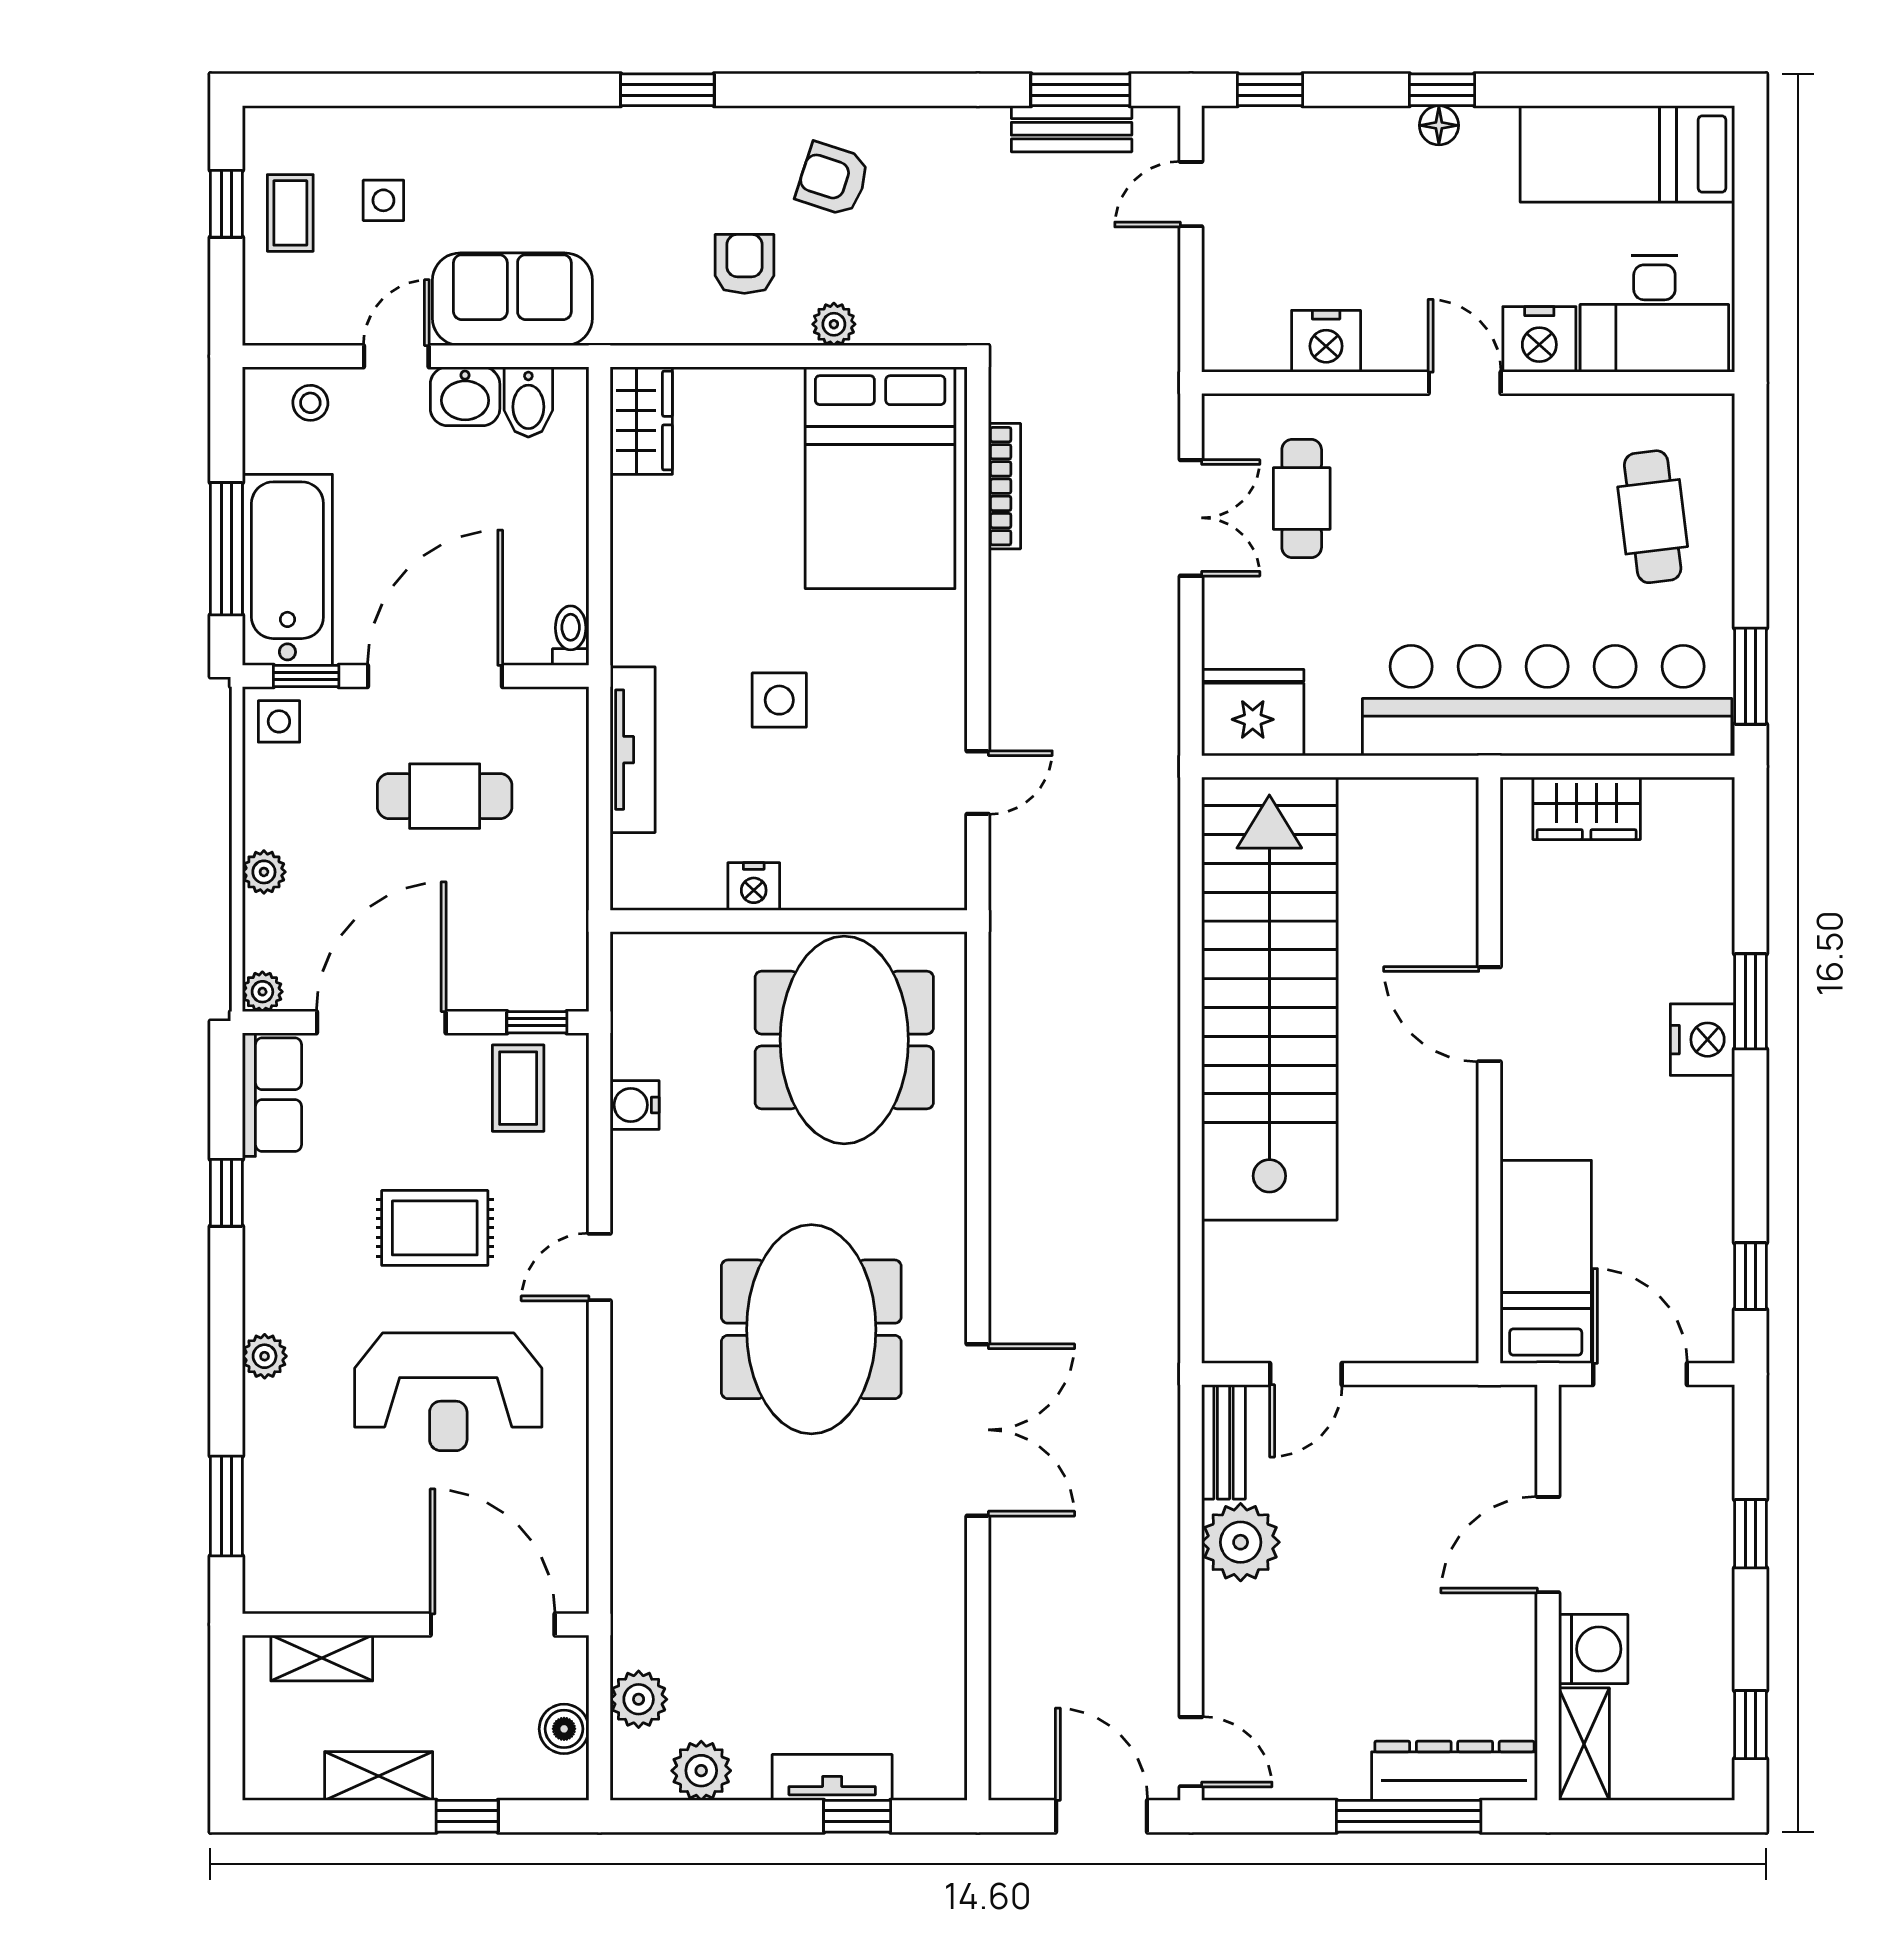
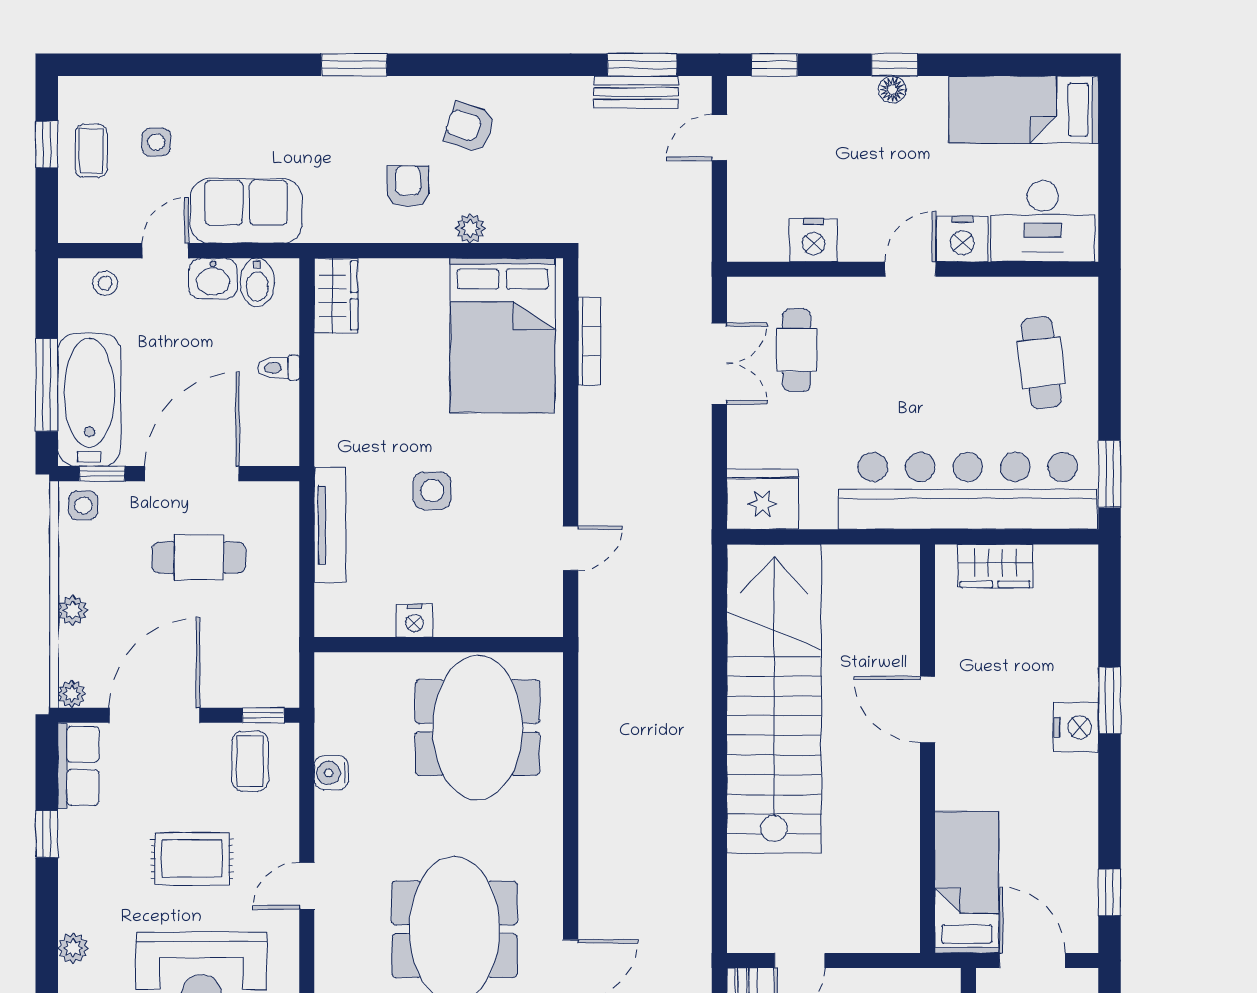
door: (1465, 383) -> (910, 269), hinge flipped
toilet: (571, 636) -> (279, 368), moved, turned -90

